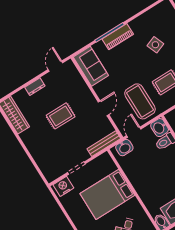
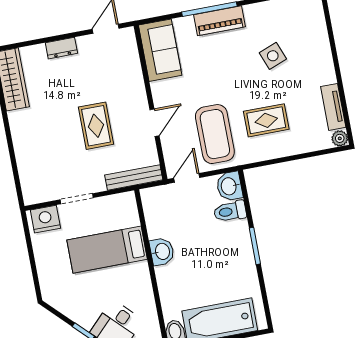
rug: (61, 116) -> (96, 126), moved, turned 90
washbasin: (124, 148) -> (162, 252), moved, turned -90
bed: (107, 194) -> (107, 250), width x0.67

